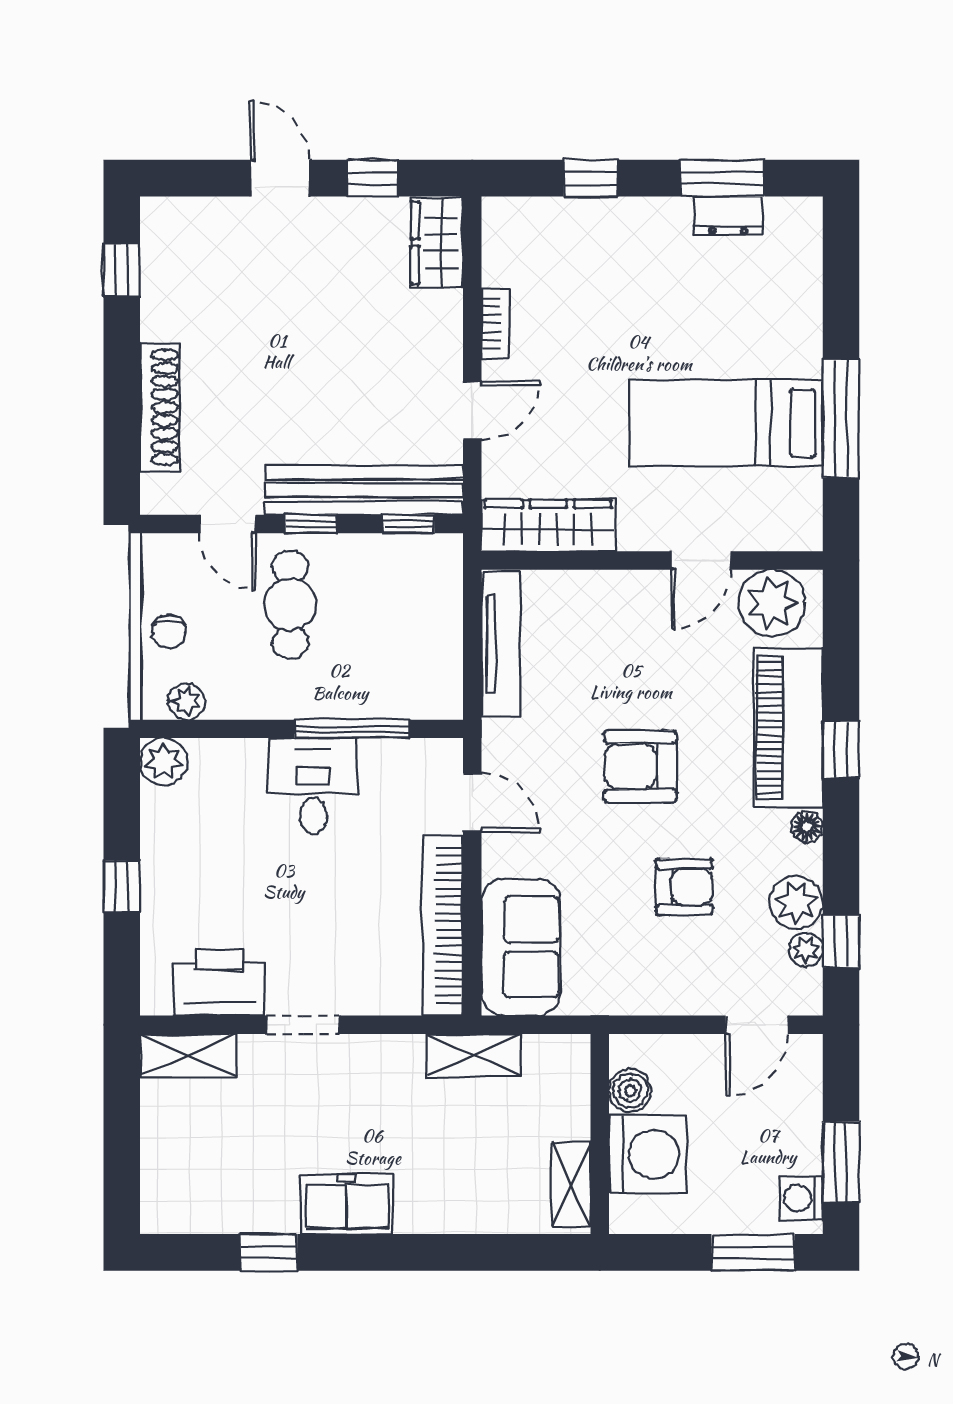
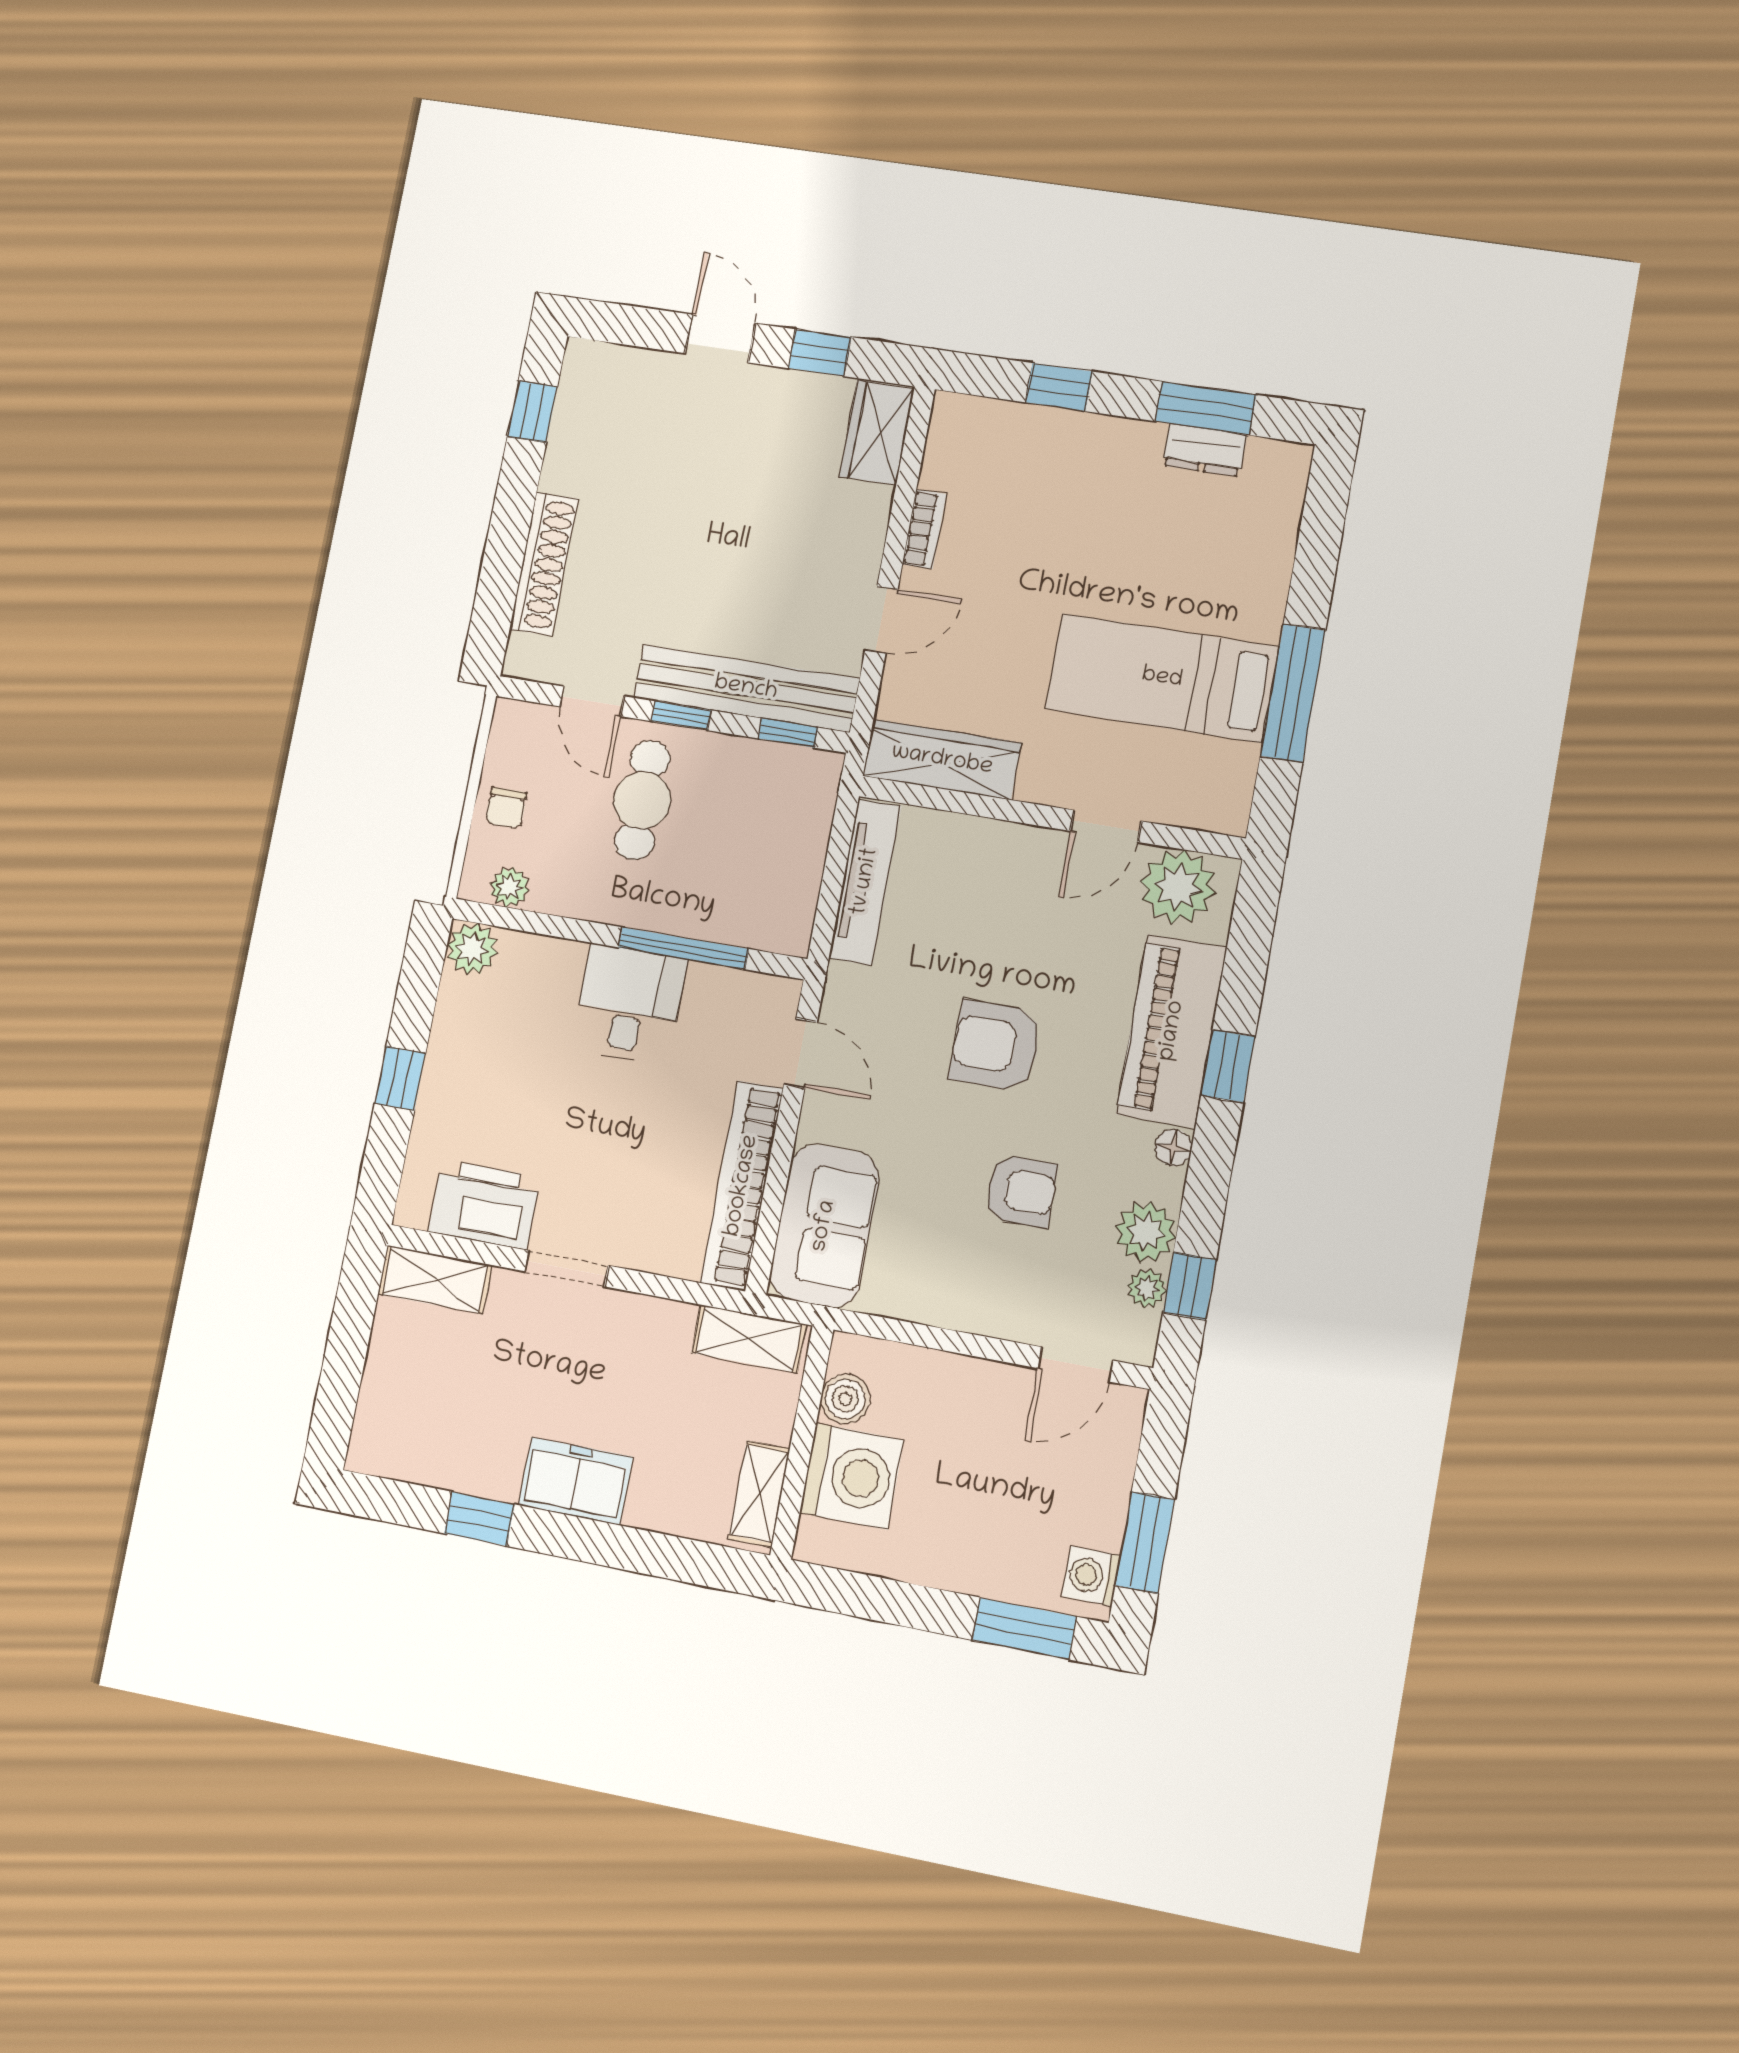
boiler: (630, 1091) -> (845, 1399), moved
wall: (600, 1134) -> (802, 1442), moved
washing machine: (648, 1154) -> (852, 1476), moved
shelving: (571, 1184) -> (759, 1494), moved

